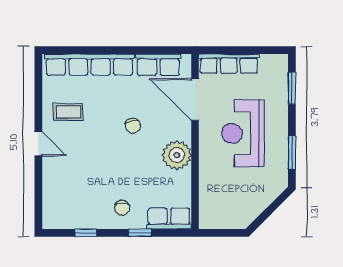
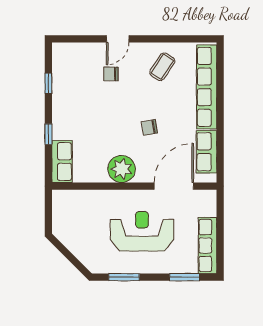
row of seats: (229, 64) -> (208, 245), moved
coffee table: (68, 112) -> (162, 67), turned 34
door: (38, 144) -> (118, 39), moved
chair: (122, 208) -> (111, 74), moved

